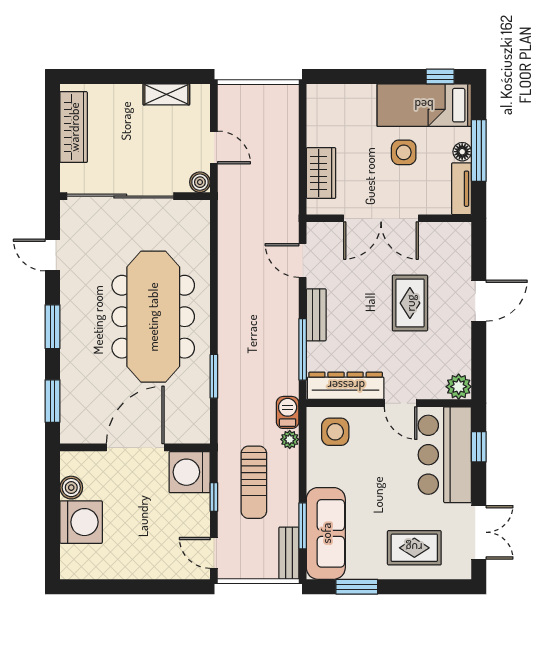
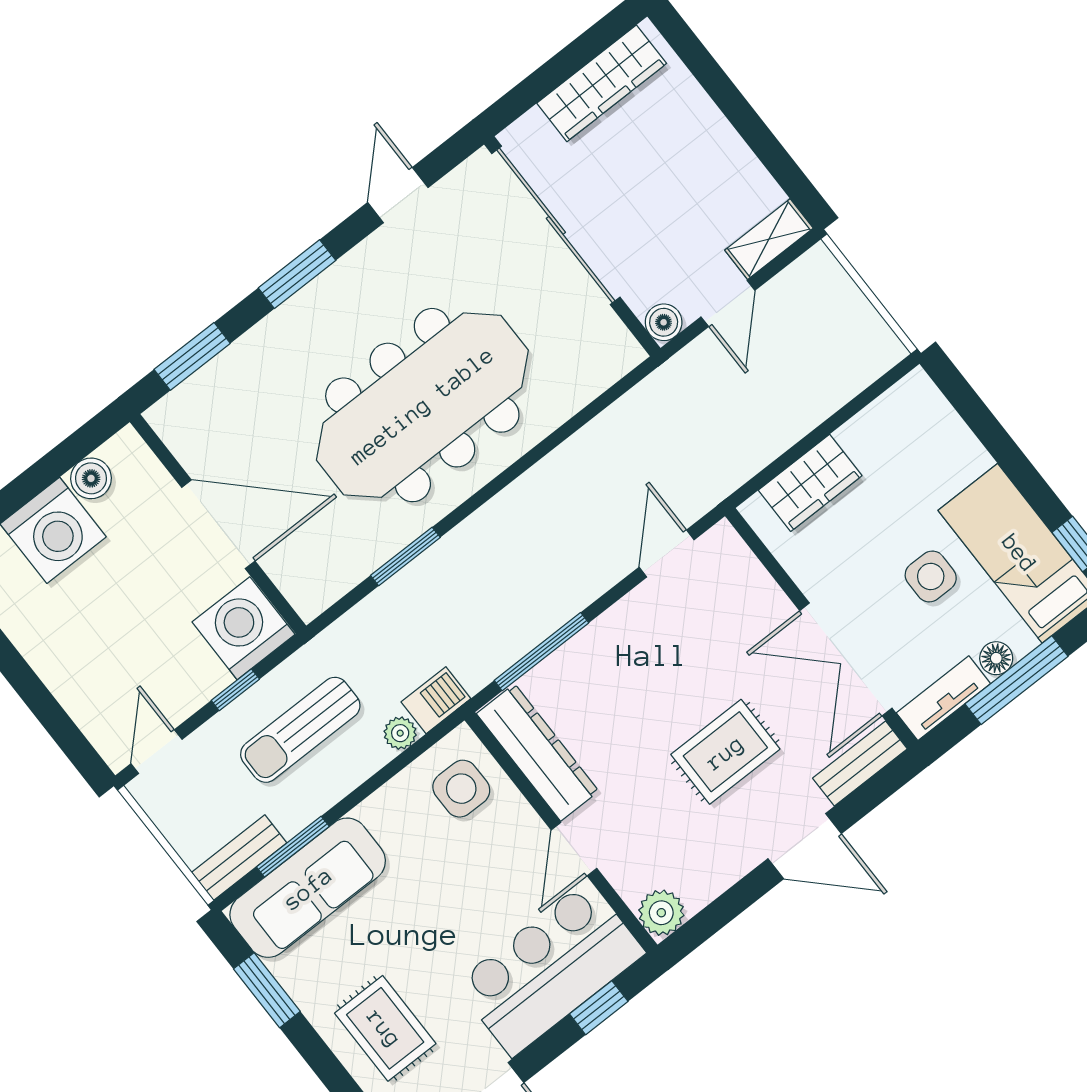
shelving: (166, 94) -> (769, 239), moved, turned 90
double door: (381, 218) -> (846, 659), moved
bench: (316, 315) -> (860, 763), moved

